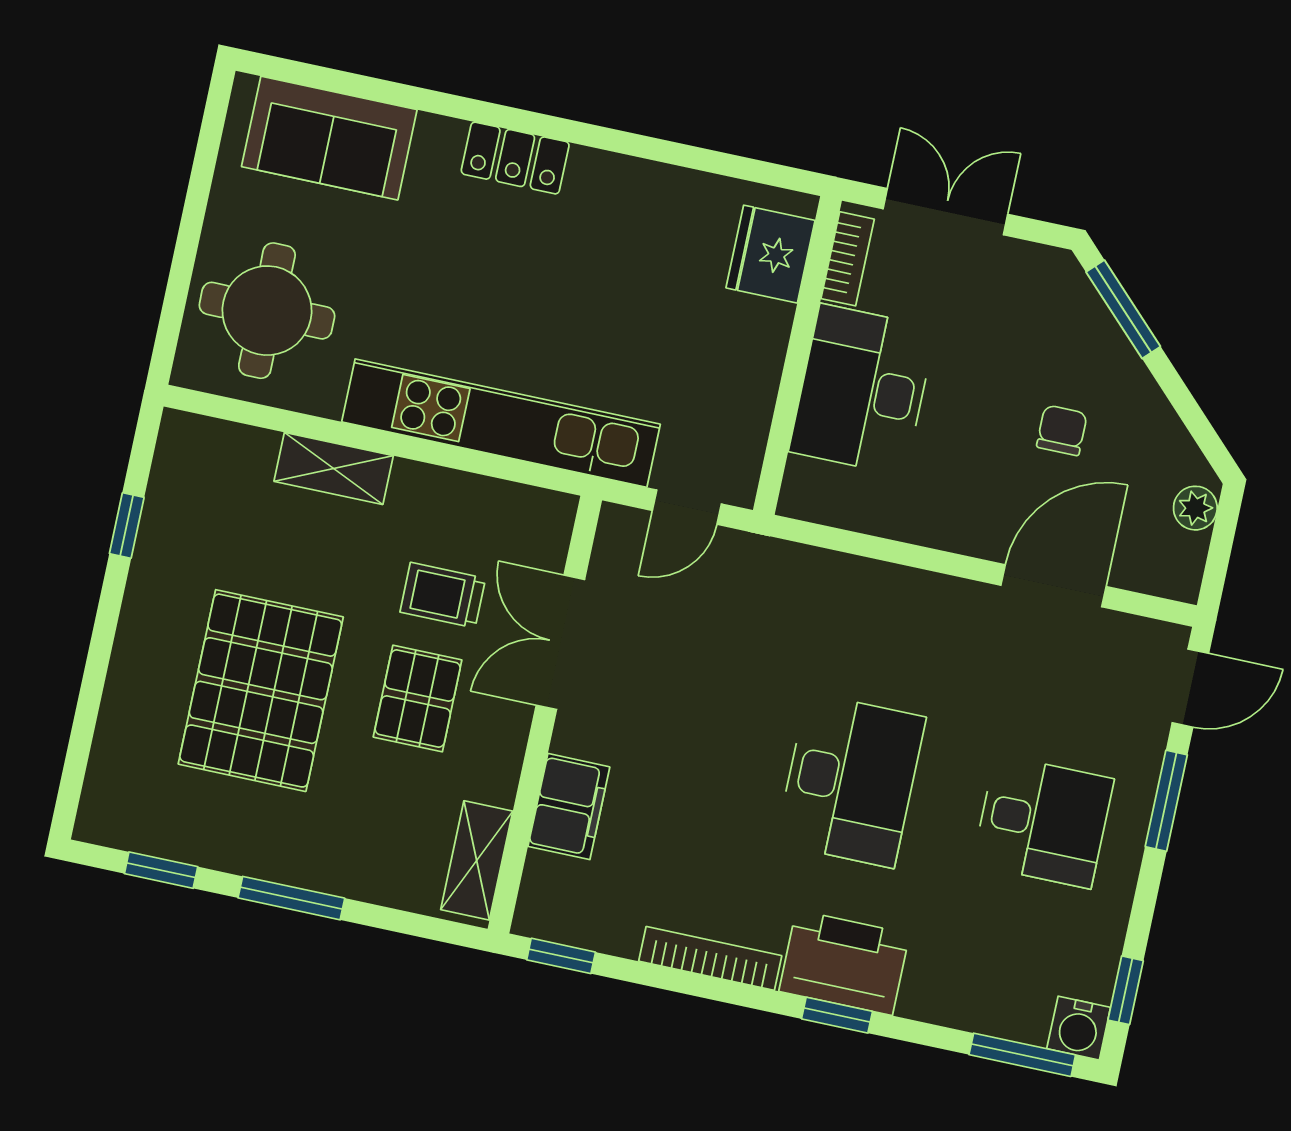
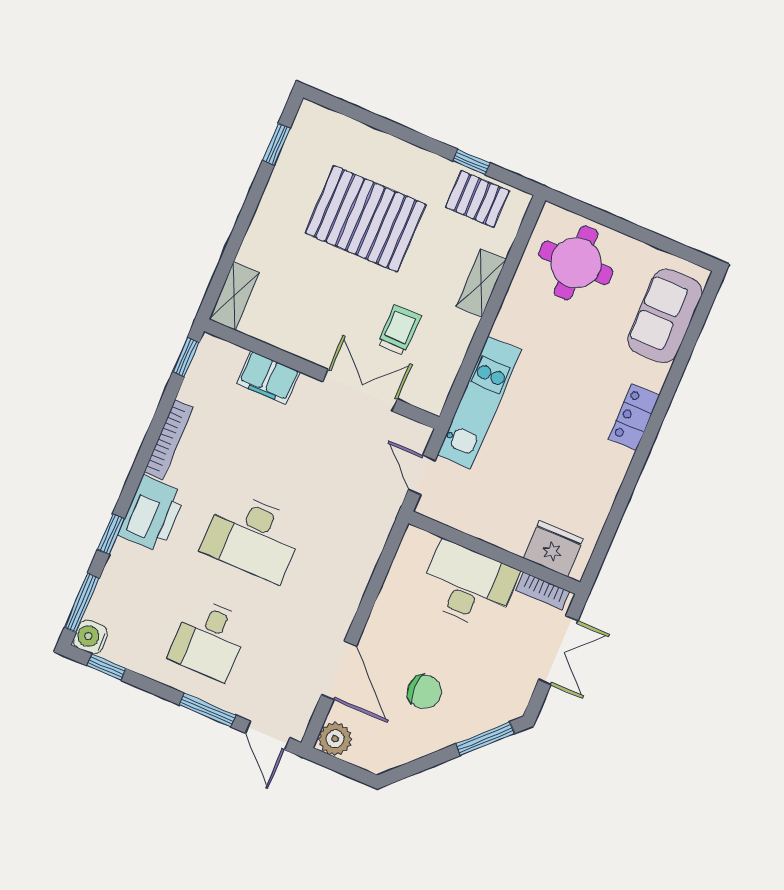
kitchen unit: (501, 423) -> (479, 402), width x0.73
chair: (1062, 430) -> (424, 692), width x1.37, depth x1.37
plant: (1195, 508) -> (335, 739), moved, width x1.38, depth x1.38
pallet: (418, 698) -> (477, 199), moved
shelving: (477, 860) -> (234, 296), moved, turned 90
window: (291, 898) -> (247, 214), removed
window: (837, 1015) -> (111, 534), moved

